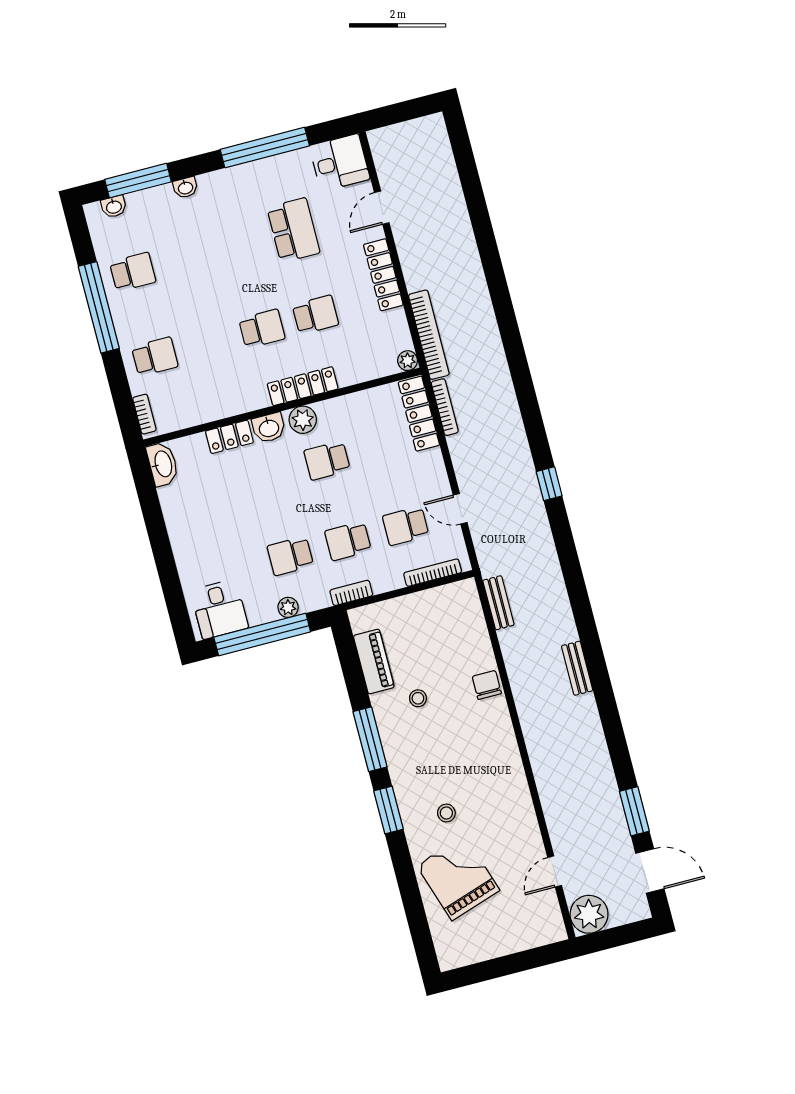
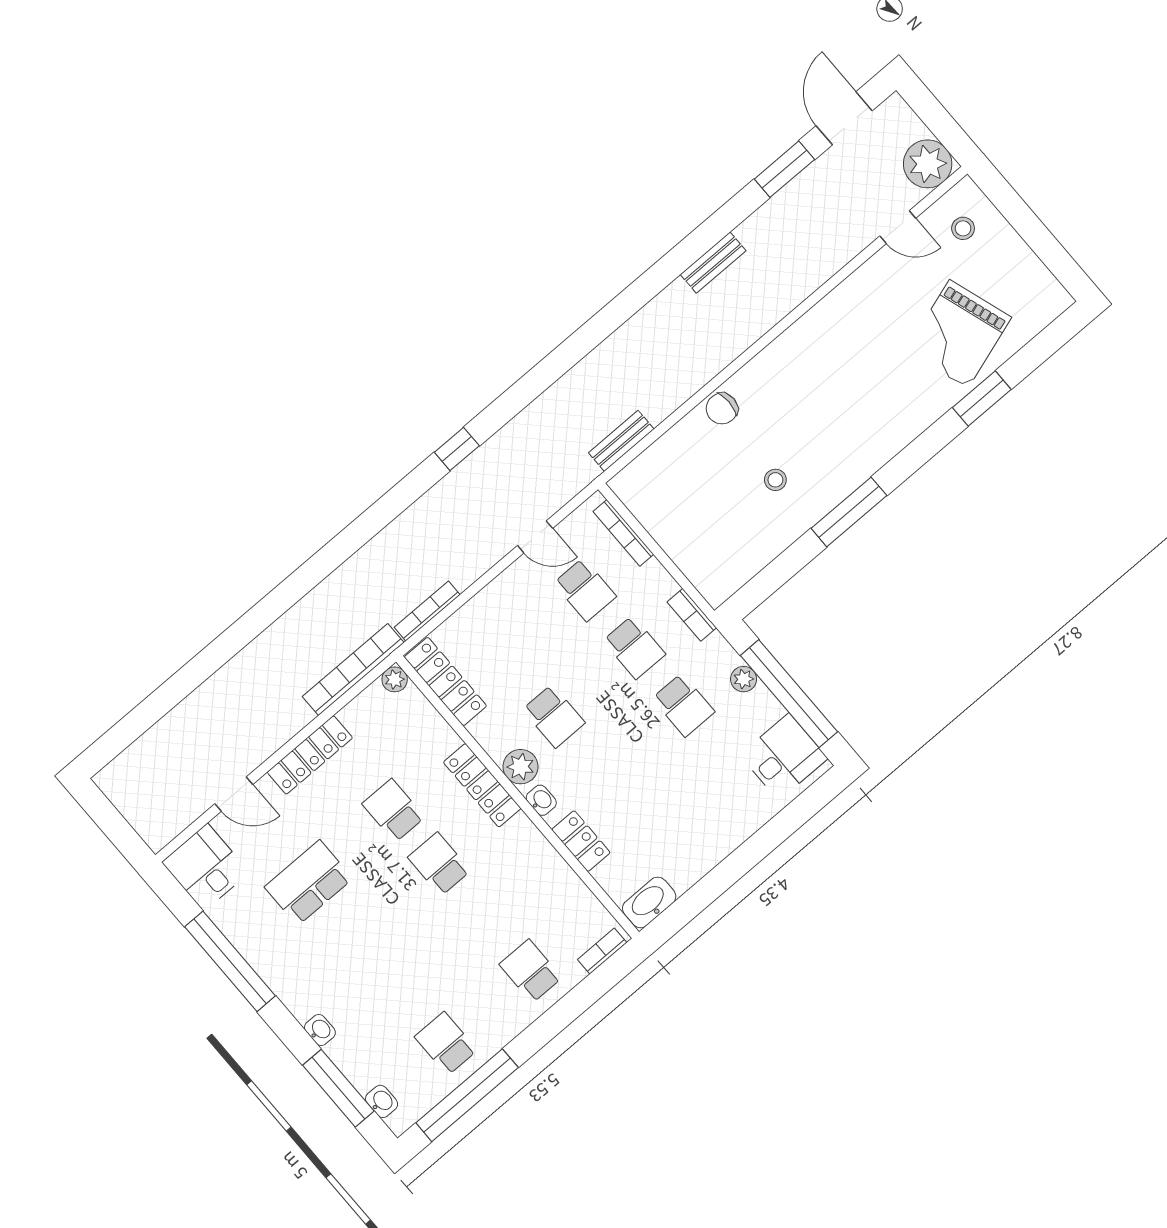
window: (99, 307) -> (467, 1095), moved
locker: (419, 414) -> (445, 681), moved, turned -90
washbasin: (269, 428) -> (541, 800), width x0.72, depth x0.69
door: (460, 509) -> (535, 537), hinge flipped
piano: (374, 661) -> (758, 551), removed
bench: (577, 668) -> (713, 263), moved
window: (388, 810) -> (982, 398), moved
stool: (446, 813) -> (963, 228), moved

